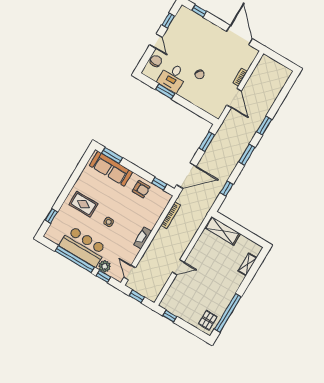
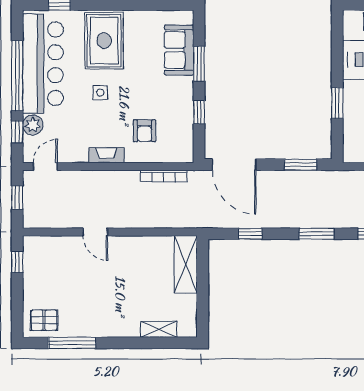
window: (165, 91) -> (337, 103), moved
window: (112, 155) -> (199, 64), moved
sofa: (111, 169) -> (179, 50), width x0.73
window: (159, 184) -> (199, 112), moved
armchair: (141, 189) -> (145, 131), moved
rug: (83, 204) -> (104, 41), width x1.36, depth x1.43
bar counter: (83, 246) -> (43, 64), width x1.36
window: (228, 313) -> (72, 343), width x0.68

